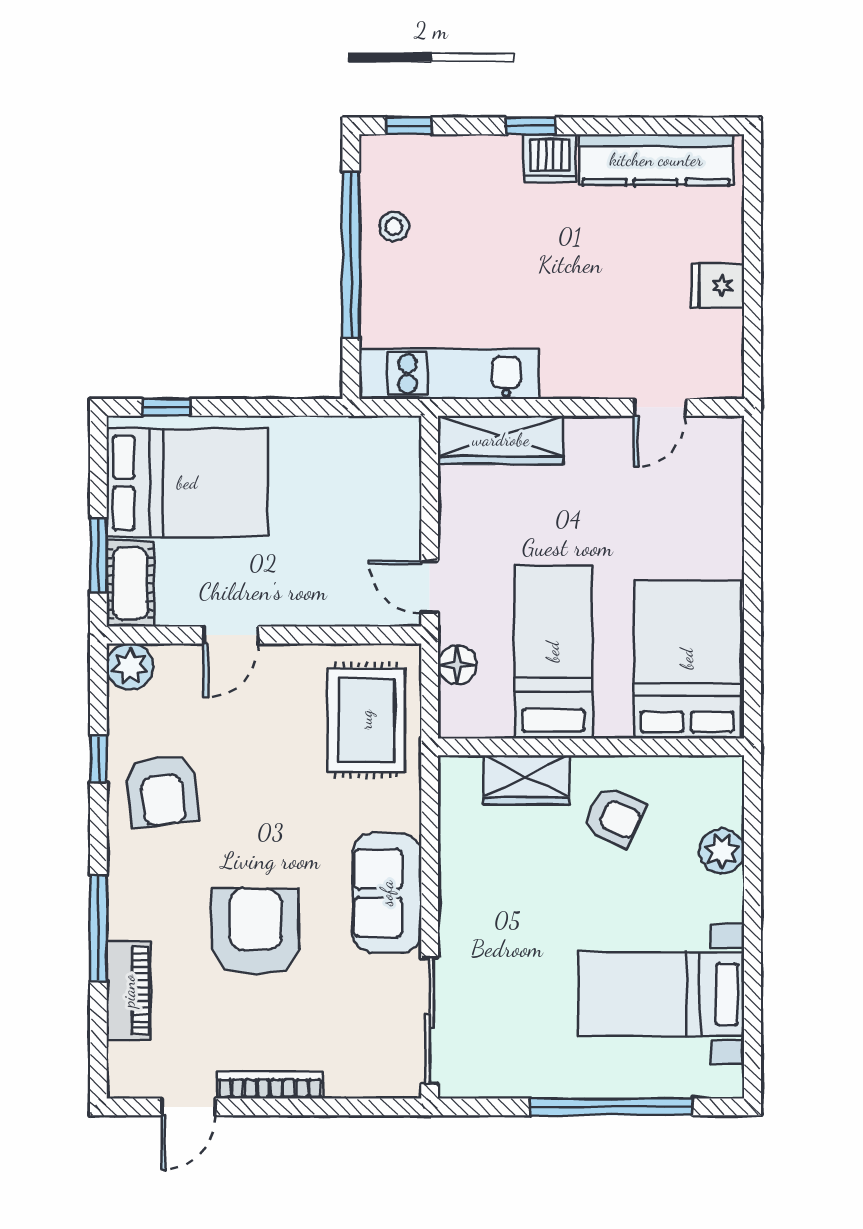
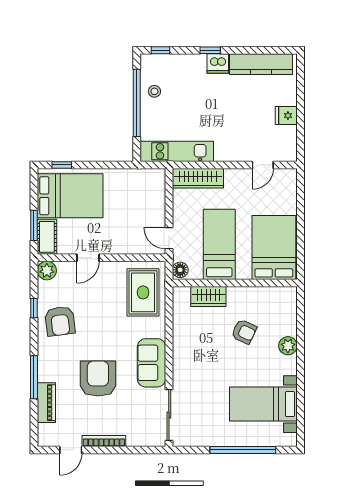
bed: (553, 652) -> (219, 244), moved
bed: (687, 659) -> (274, 247), moved
wall: (591, 747) -> (235, 283), moved
wardrobe: (526, 780) -> (208, 297), moved

